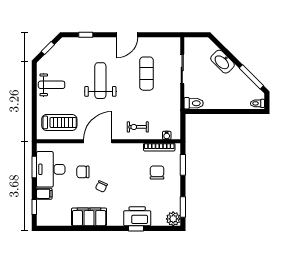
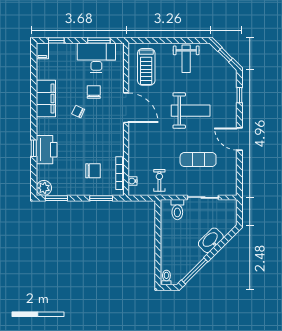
toilet: (194, 103) -> (177, 210), moved
exercise bike: (138, 127) -> (159, 180), moved
filing cabinet: (44, 194) -> (42, 51), moved

